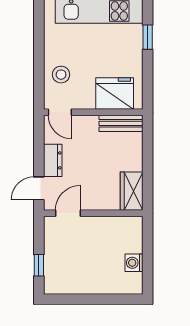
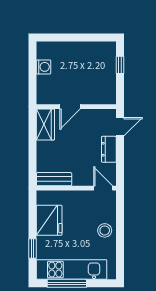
stool: (61, 75) -> (105, 230), moved
fridge: (115, 93) -> (49, 220), moved, turned -90
door: (68, 213) -> (70, 107), moved

